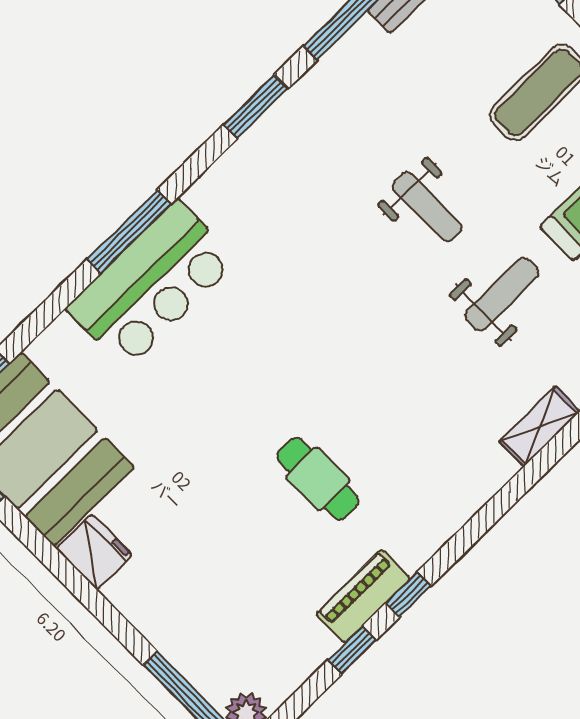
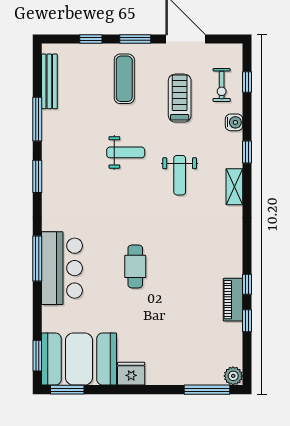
weight bench: (502, 294) -> (180, 175), moved, turned 180
cafe table: (318, 479) -> (135, 266), moved, turned 90

